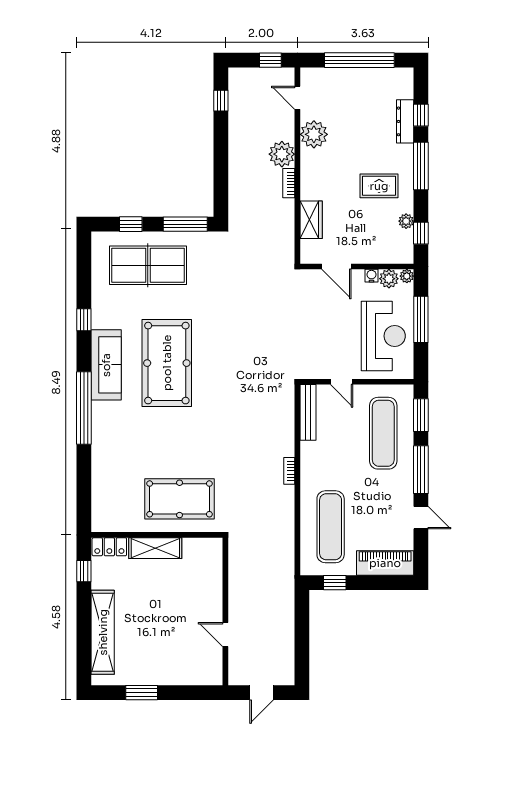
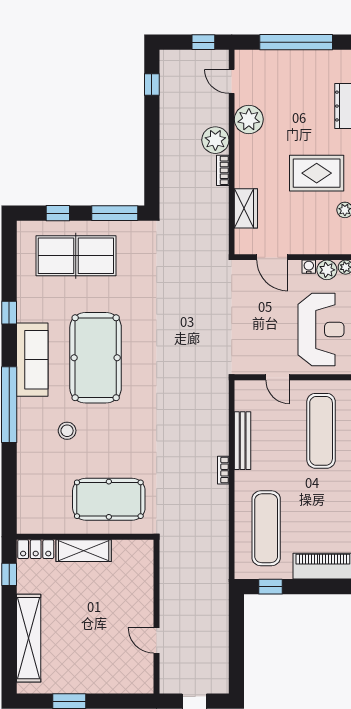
rug: (379, 186) -> (317, 173), width x1.36, depth x1.43
bench: (308, 412) -> (243, 441), moved
stool: (139, 433) -> (67, 431), added

